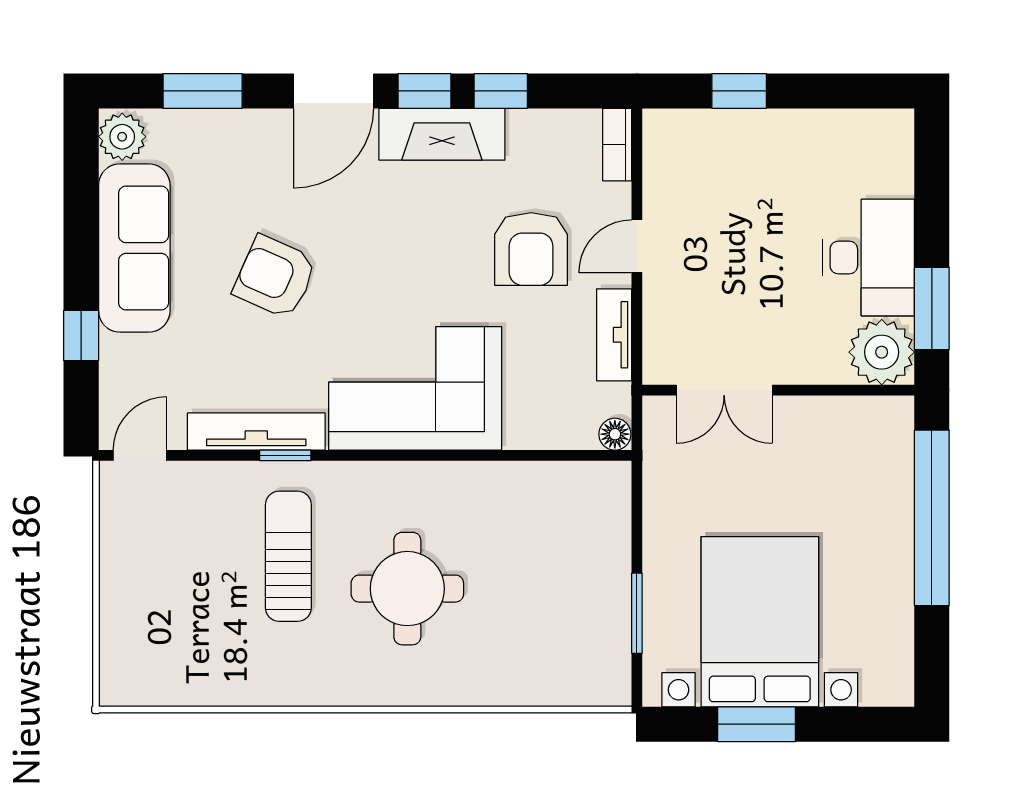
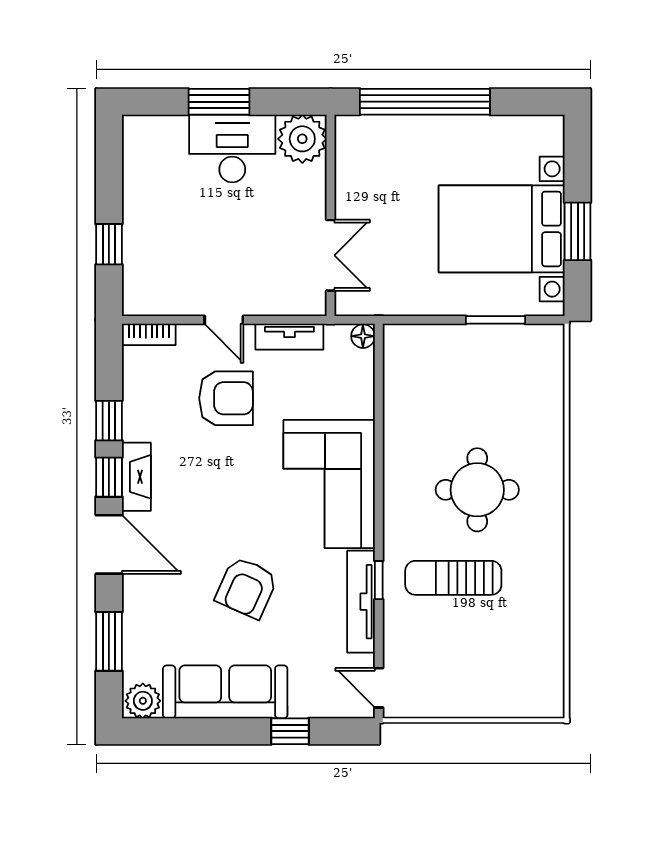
fireplace: (442, 134) -> (136, 477), width x0.73, depth x0.76
window: (932, 308) -> (219, 102), moved

